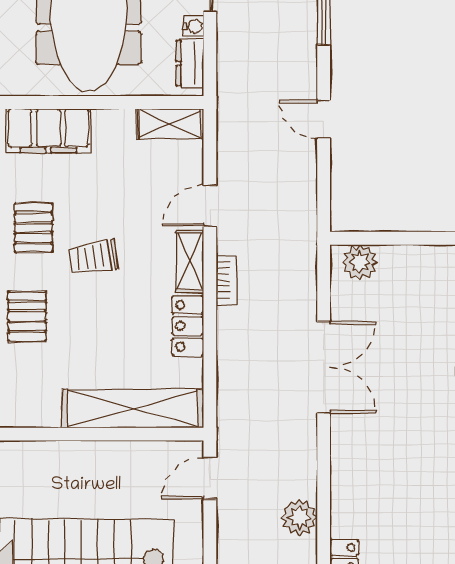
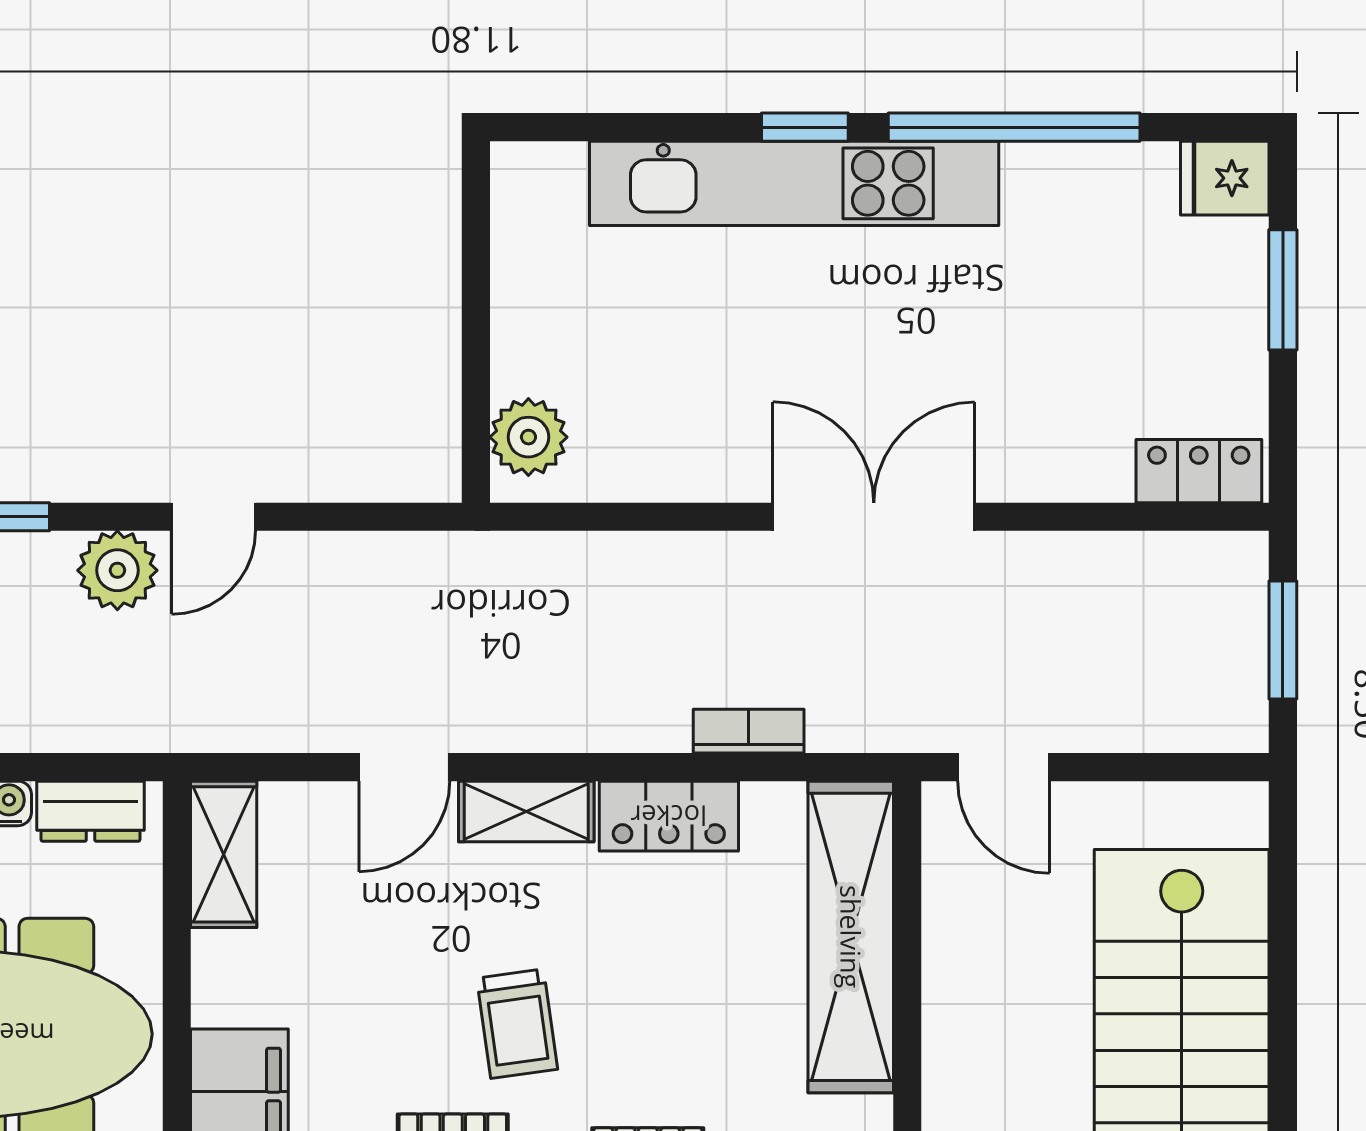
door: (210, 206) -> (404, 767), hinge flipped
bookcase: (226, 280) -> (749, 731), moved
double door: (324, 367) -> (874, 517), moved
plant: (299, 517) -> (117, 570), moved

